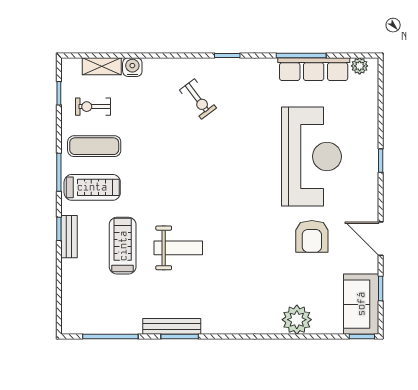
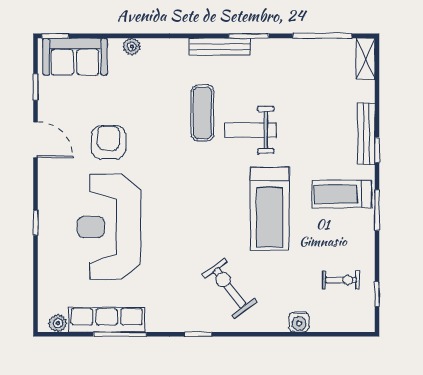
shelving: (102, 66) -> (366, 59), moved, turned 90
exercise bike: (198, 99) -> (229, 288), width x1.38, depth x1.39
exercise mat: (94, 146) -> (203, 113), moved, turned 90
bench: (69, 237) -> (366, 134), width x1.36
treadmill: (123, 246) -> (270, 209), moved, width x1.37, depth x1.38
sofa: (361, 304) -> (75, 57), moved, turned 90
plant: (297, 320) -> (132, 46), width x0.53, depth x0.53
bench: (172, 326) -> (220, 47), moved

